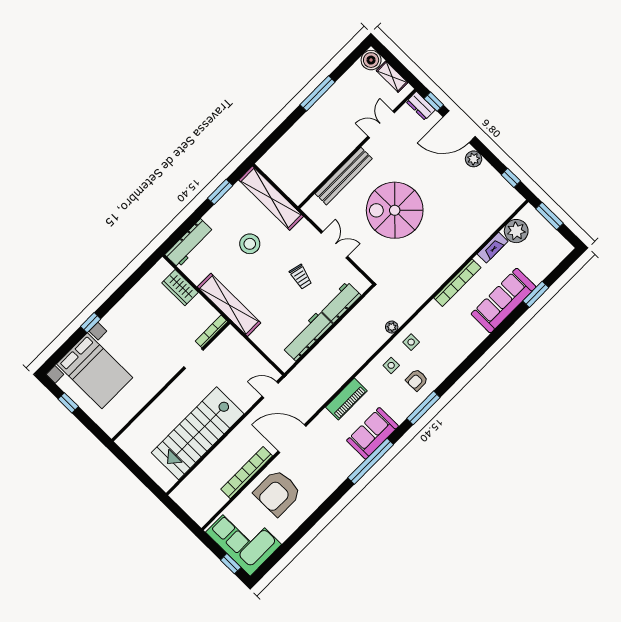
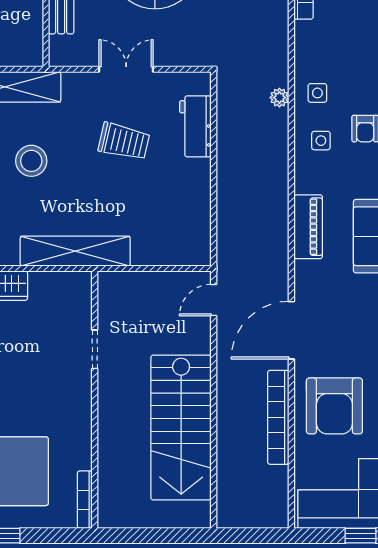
trolley: (301, 277) -> (124, 141), width x1.36, depth x1.39
bookcase: (212, 331) -> (85, 500), moved
workbench: (307, 336) -> (196, 200), removed

